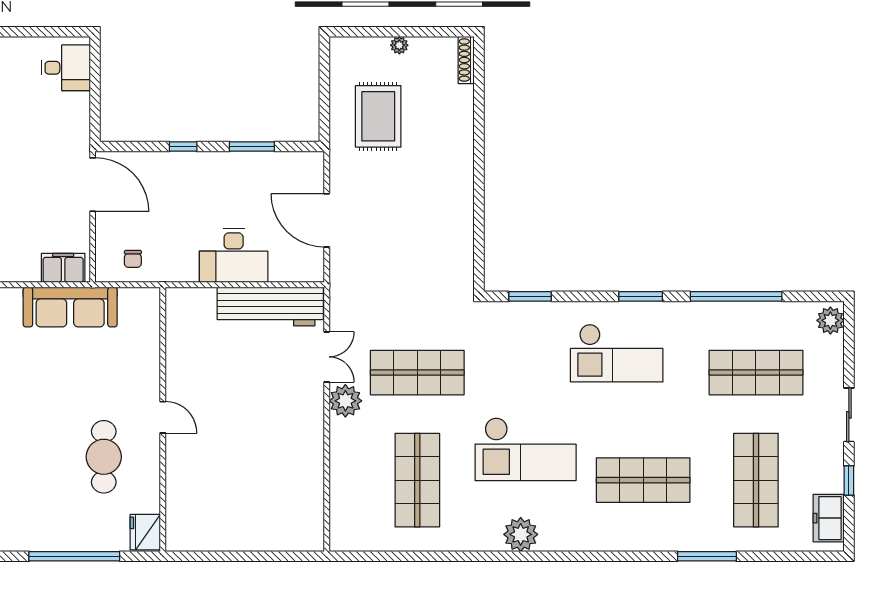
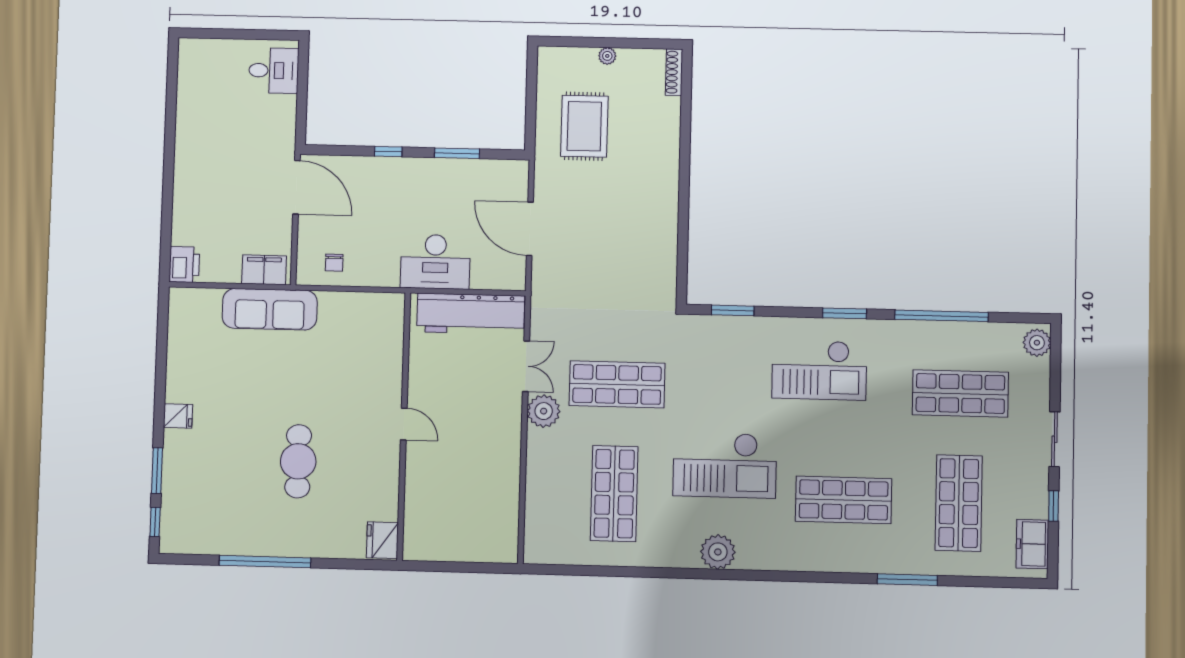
door: (163, 417) -> (404, 424), moved
wall: (163, 419) -> (404, 426), moved
fridge: (145, 532) -> (382, 540), moved

